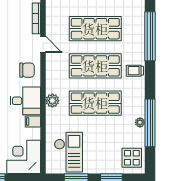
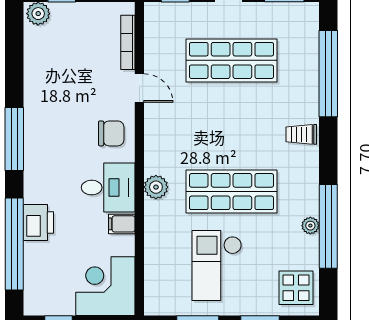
shop shelf: (95, 66) -> (231, 126), removed
checkout: (68, 152) -> (217, 265), moved, turned 180

